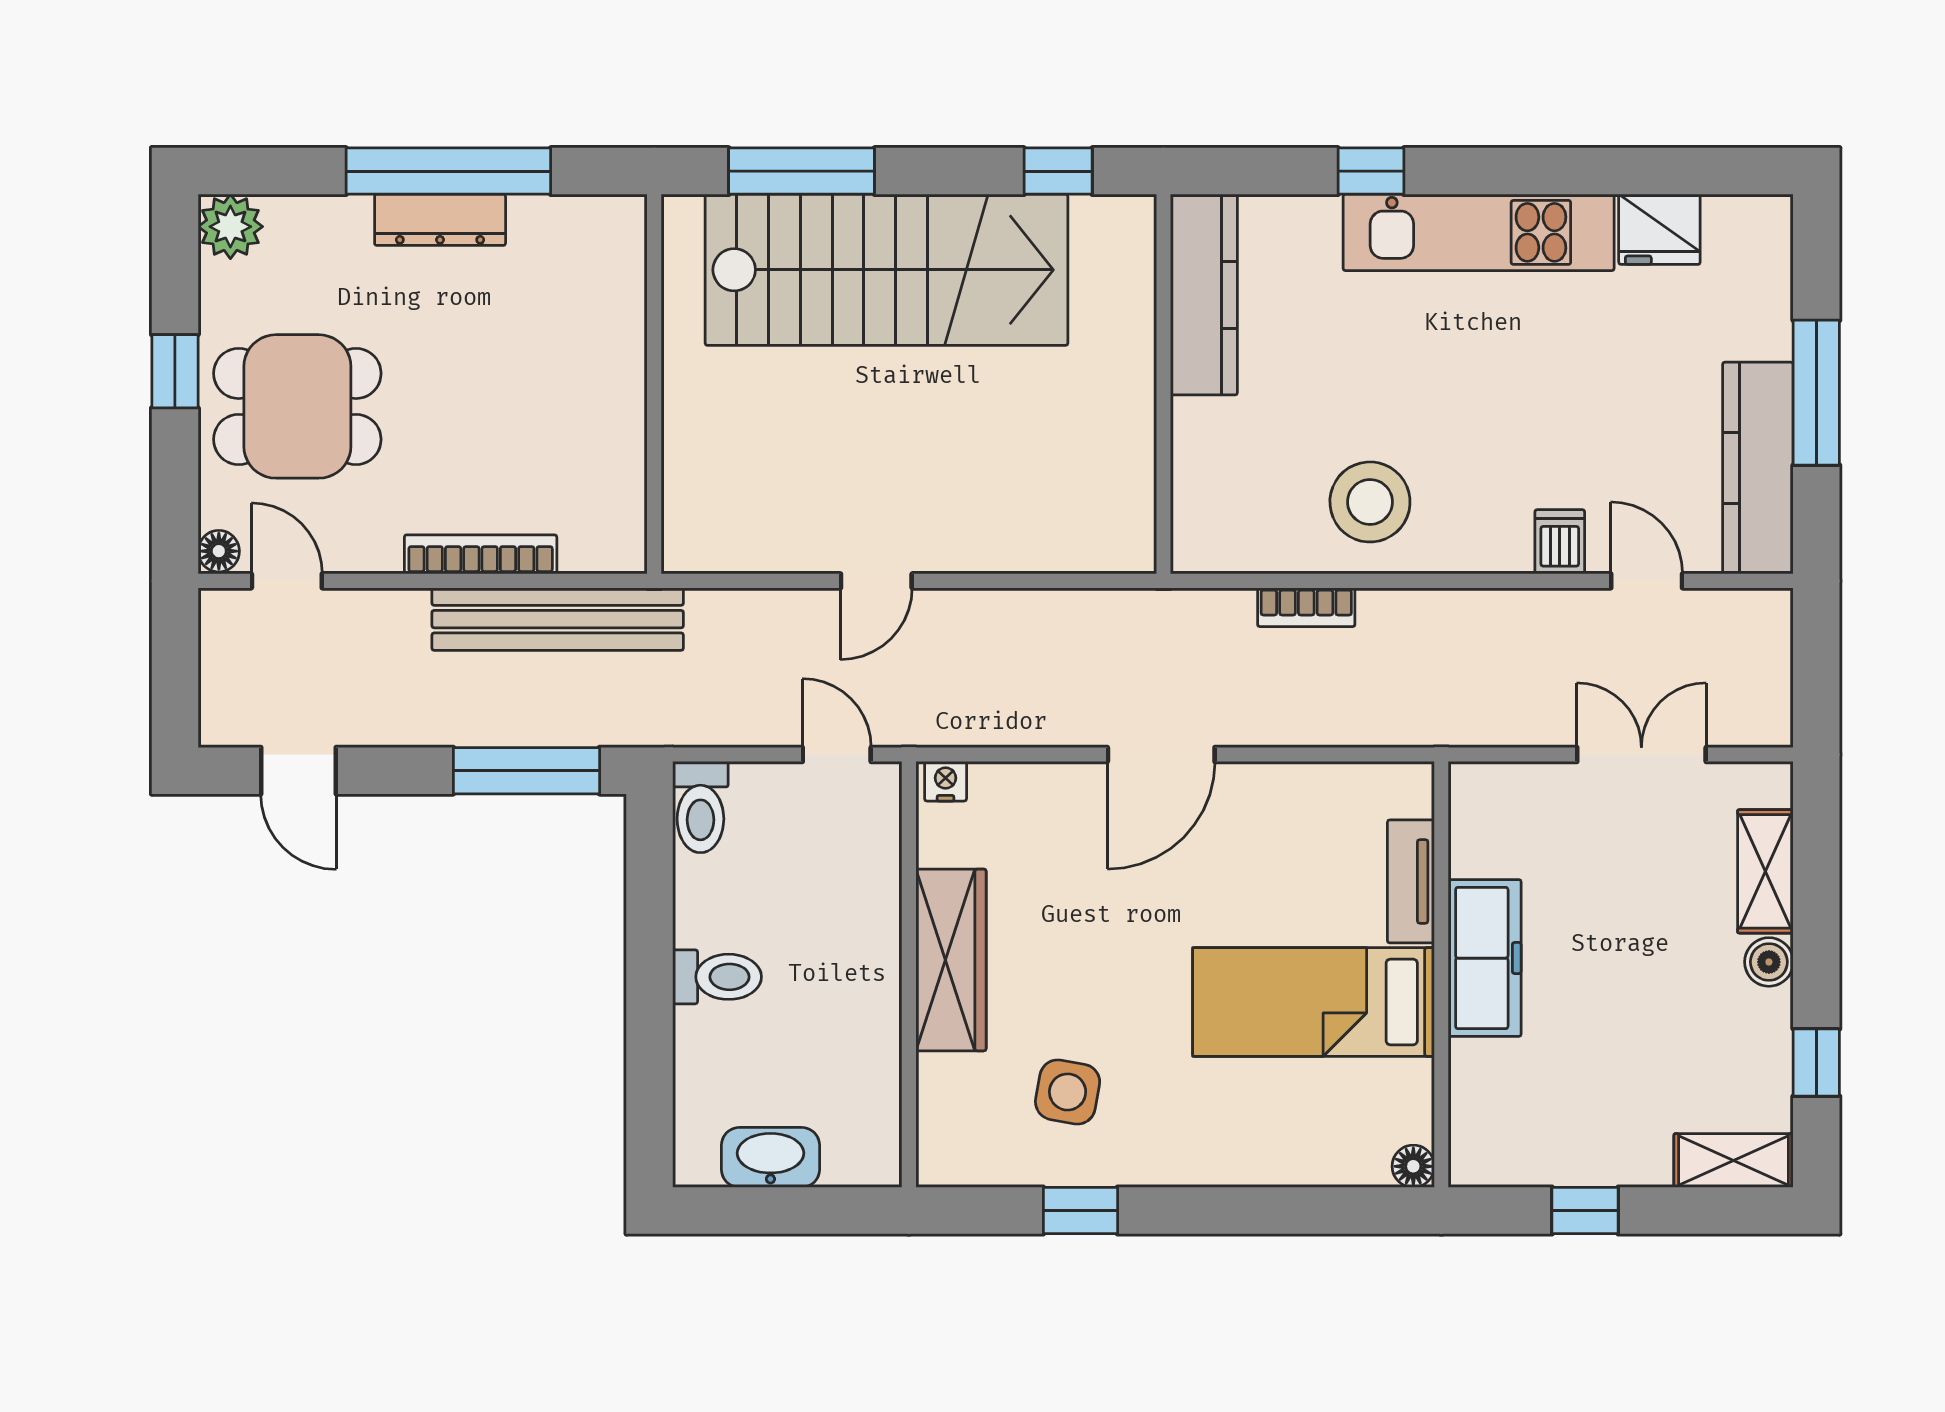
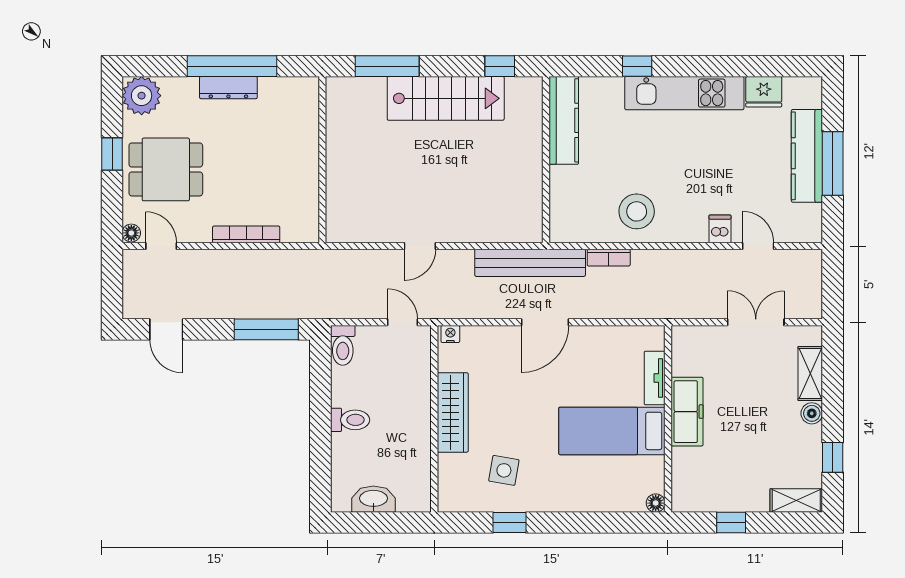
plant: (230, 227) -> (142, 96), width x1.36, depth x1.36
stairs: (887, 270) -> (446, 98), width x0.73, depth x0.66
kitchen counter: (1758, 468) -> (807, 156), moved
bench: (558, 619) -> (530, 263), moved

